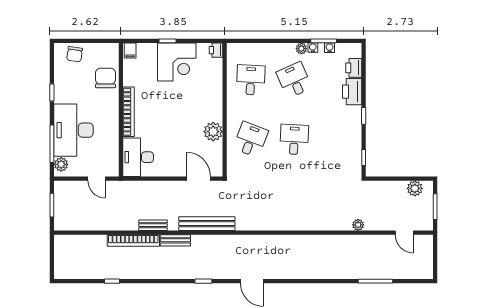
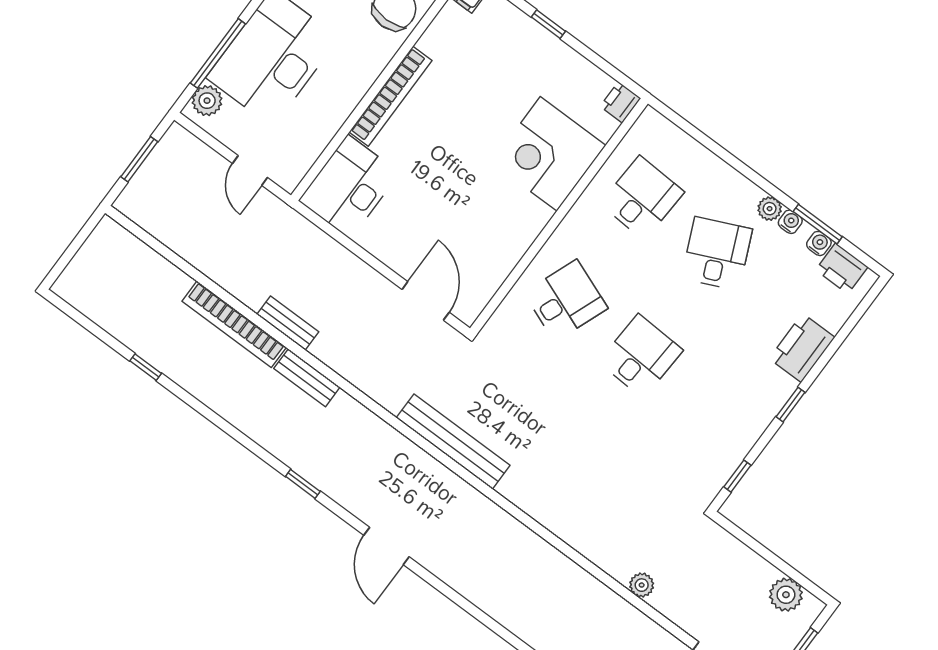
corner desk: (177, 62) -> (549, 154), moved, turned 90
printer: (354, 68) -> (842, 268), moved, turned -90
plant: (213, 132) -> (511, 239), removed
bench: (207, 224) -> (453, 442), moved

